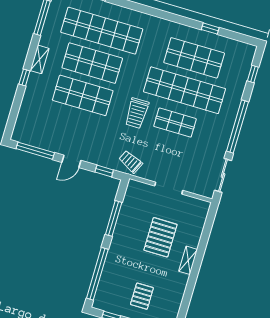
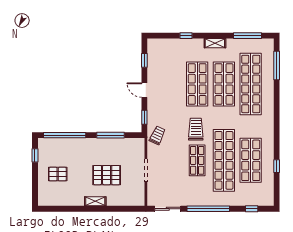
window: (24, 77) -> (186, 36), moved
trolley: (137, 113) -> (196, 129), turned 90
window: (35, 151) -> (144, 60), width x0.46

